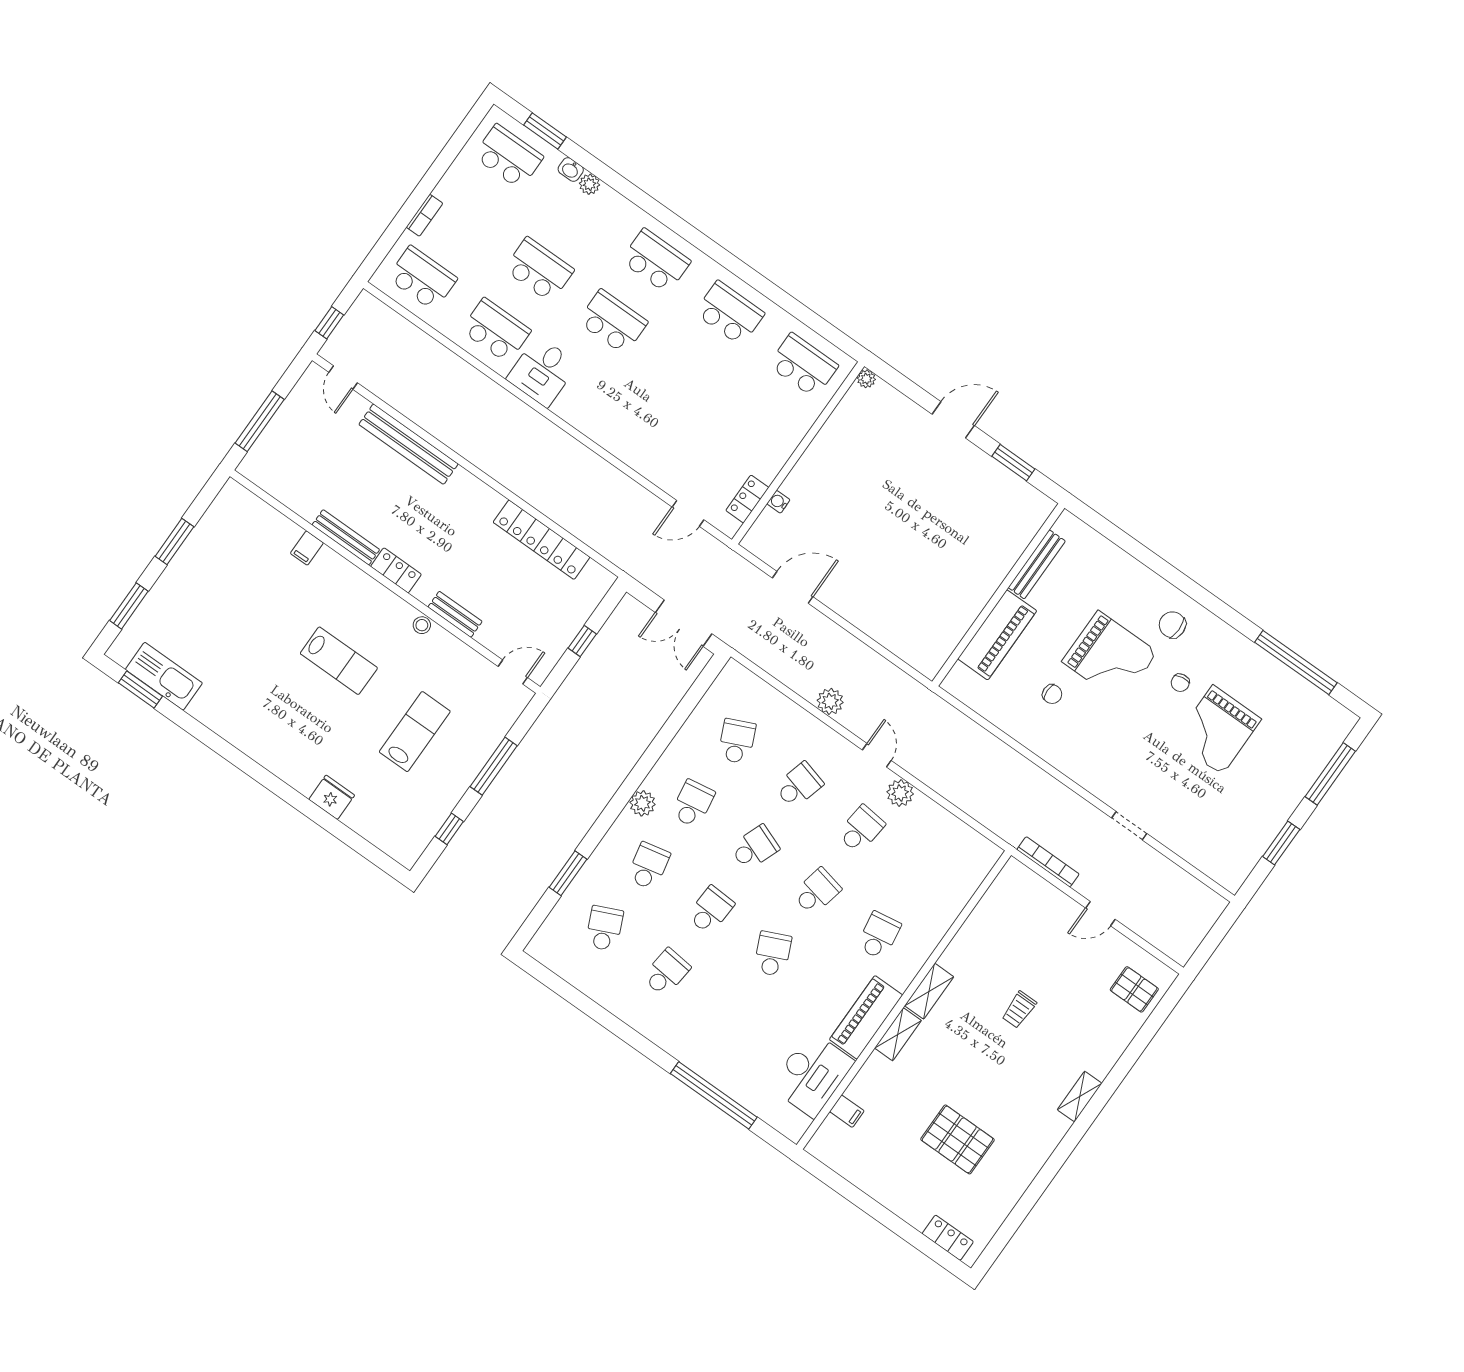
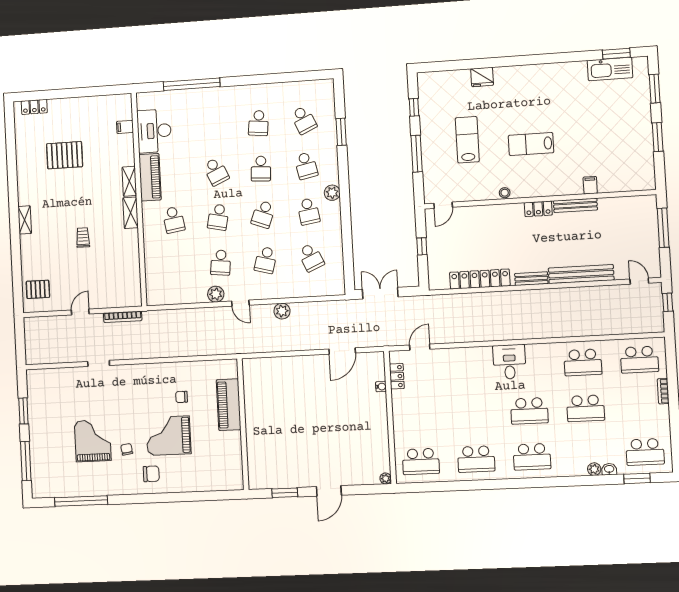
desk: (542, 372) -> (509, 362), moved
bench: (1037, 564) -> (236, 453), removed
bench: (455, 614) -> (531, 279), moved
lab bench: (415, 732) -> (467, 140), turned 180

